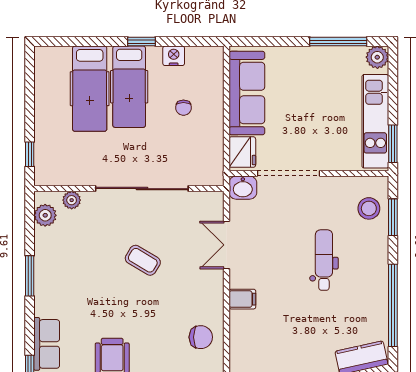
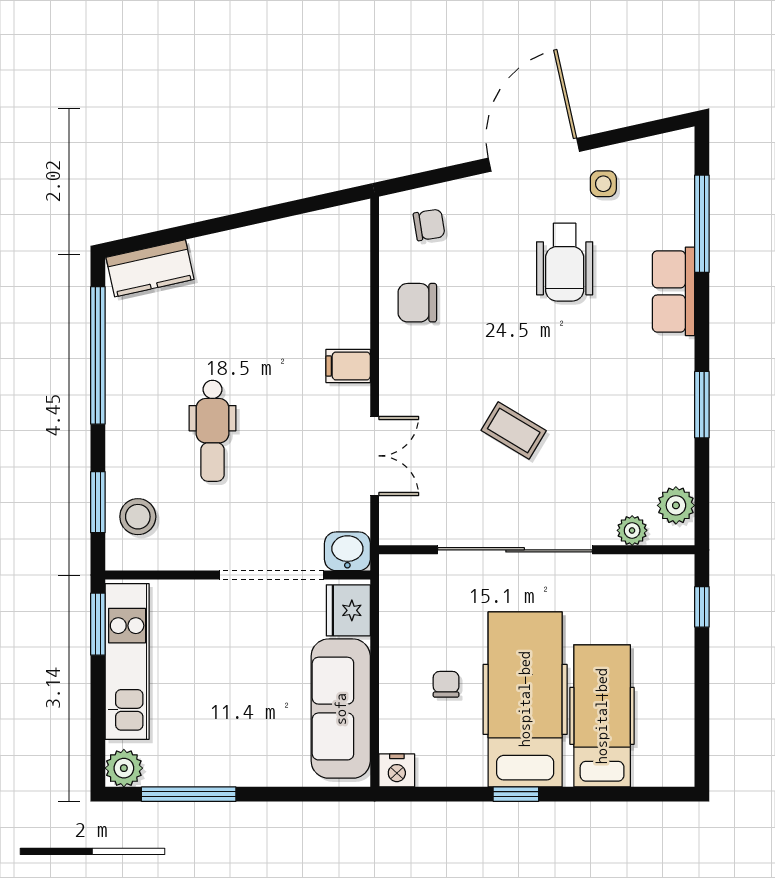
nightstand: (174, 56) -> (397, 770), moved
hospital bed: (129, 87) -> (525, 699), width x1.37, depth x1.29

